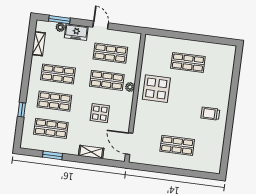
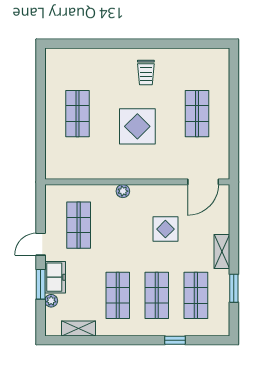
window: (59, 20) -> (41, 284), moved
shop shelf: (107, 80) -> (118, 225), removed
display table: (156, 89) -> (137, 126), moved
shelving: (91, 152) -> (222, 251), moved

